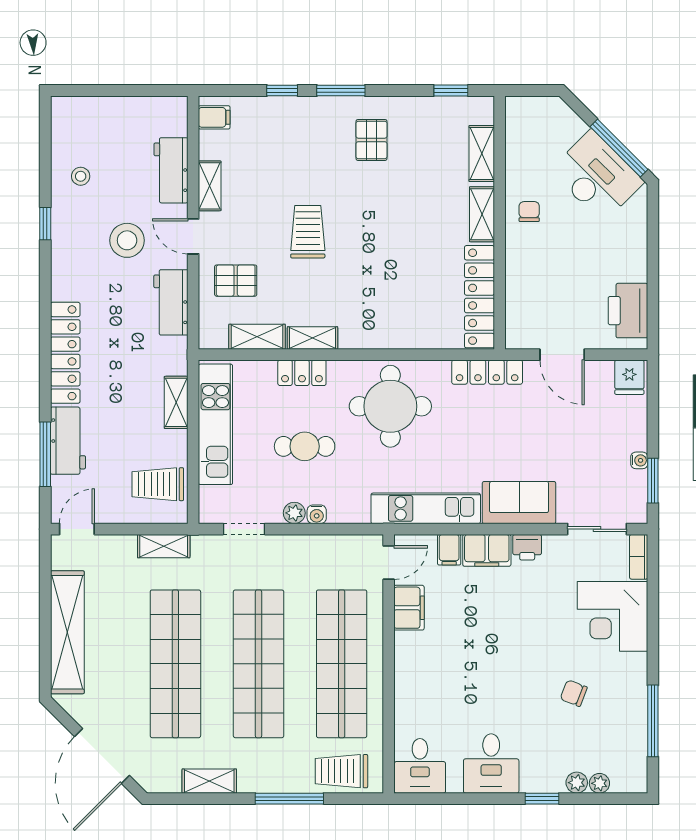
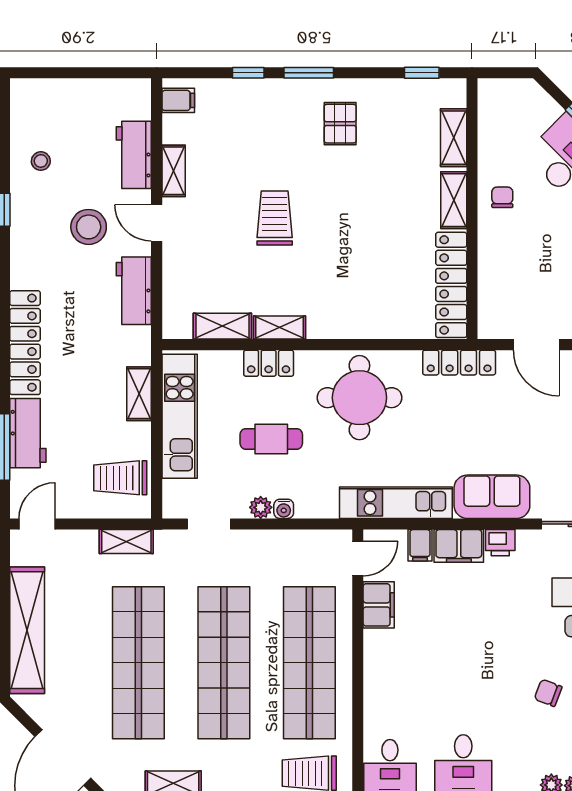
pallet: (236, 281) -> (200, 268), removed

